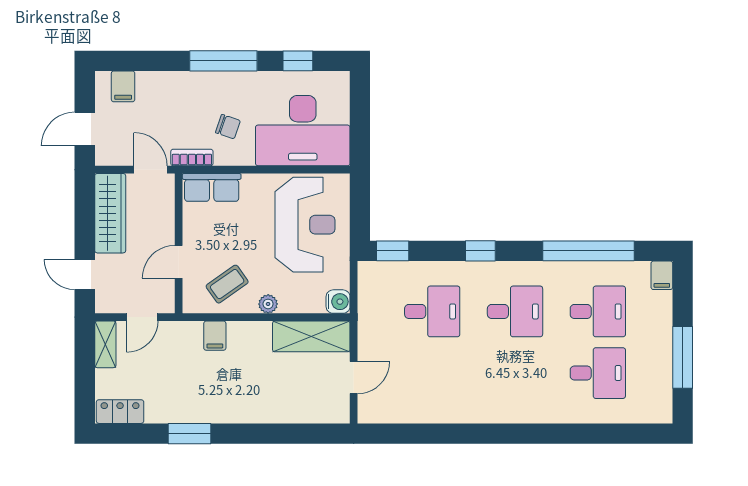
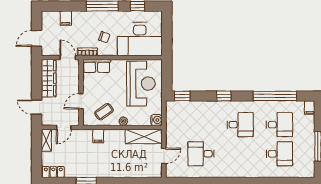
filing cabinet: (123, 86) -> (66, 18), moved
desk: (432, 311) -> (201, 154), moved, turned 180

